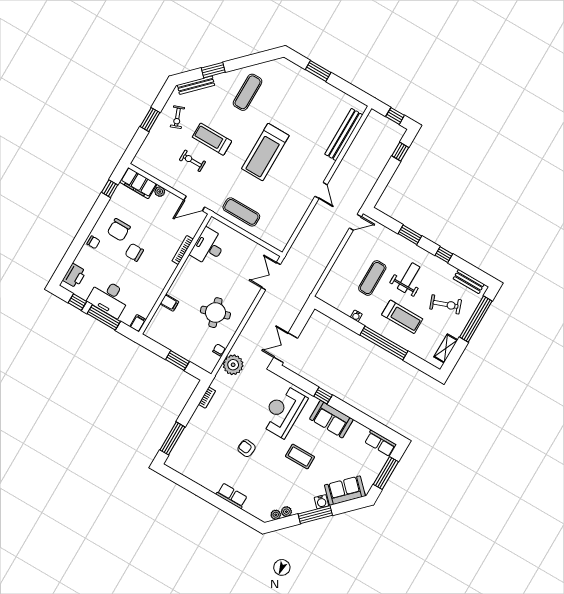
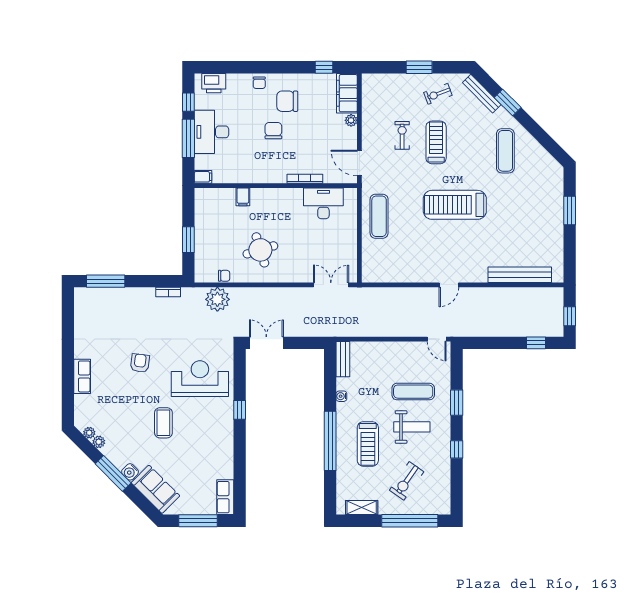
exercise mat: (248, 92) -> (505, 151), turned 90
exercise mat: (372, 278) -> (413, 392), moved
bench: (469, 282) -> (343, 359), moved
exercise bike: (446, 304) -> (407, 481), turned 55
sofa: (331, 419) -> (220, 433), removed

